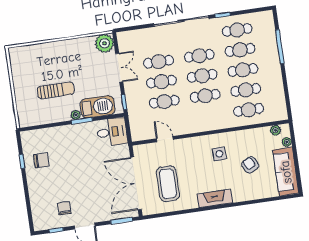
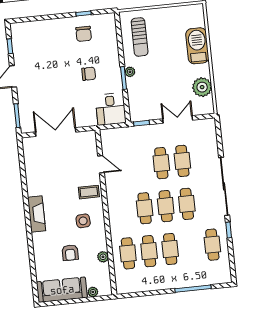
plant: (104, 43) -> (202, 87), moved
cafe table: (240, 50) -> (191, 247), removed
double door: (119, 68) -> (178, 119), swing flipped
sun lounger: (56, 90) -> (140, 37), moved
cafe table: (164, 102) -> (140, 165), removed
barbecue: (98, 107) -> (197, 46), moved, turned 180
plant: (275, 130) -> (103, 257), moved
door: (165, 139) -> (101, 164), hinge flipped
armchair: (250, 165) -> (70, 253), turned 117
double door: (136, 183) -> (56, 132), width x0.73
coffee table: (168, 184) -> (89, 192), moved, width x0.54, depth x0.58
chair: (64, 208) -> (89, 74), moved

